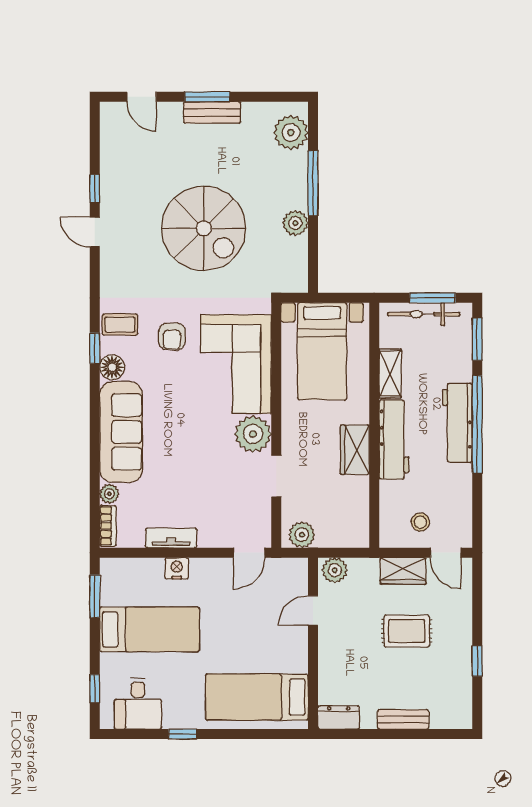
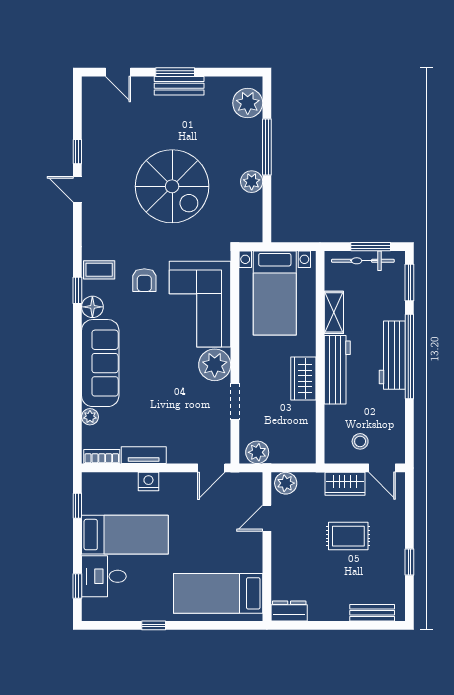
bookcase: (108, 526) -> (102, 457), moved, turned -90
window: (95, 596) -> (77, 506), width x0.67
desk: (138, 704) -> (104, 576), moved, turned 90
bench: (403, 719) -> (372, 613), moved

